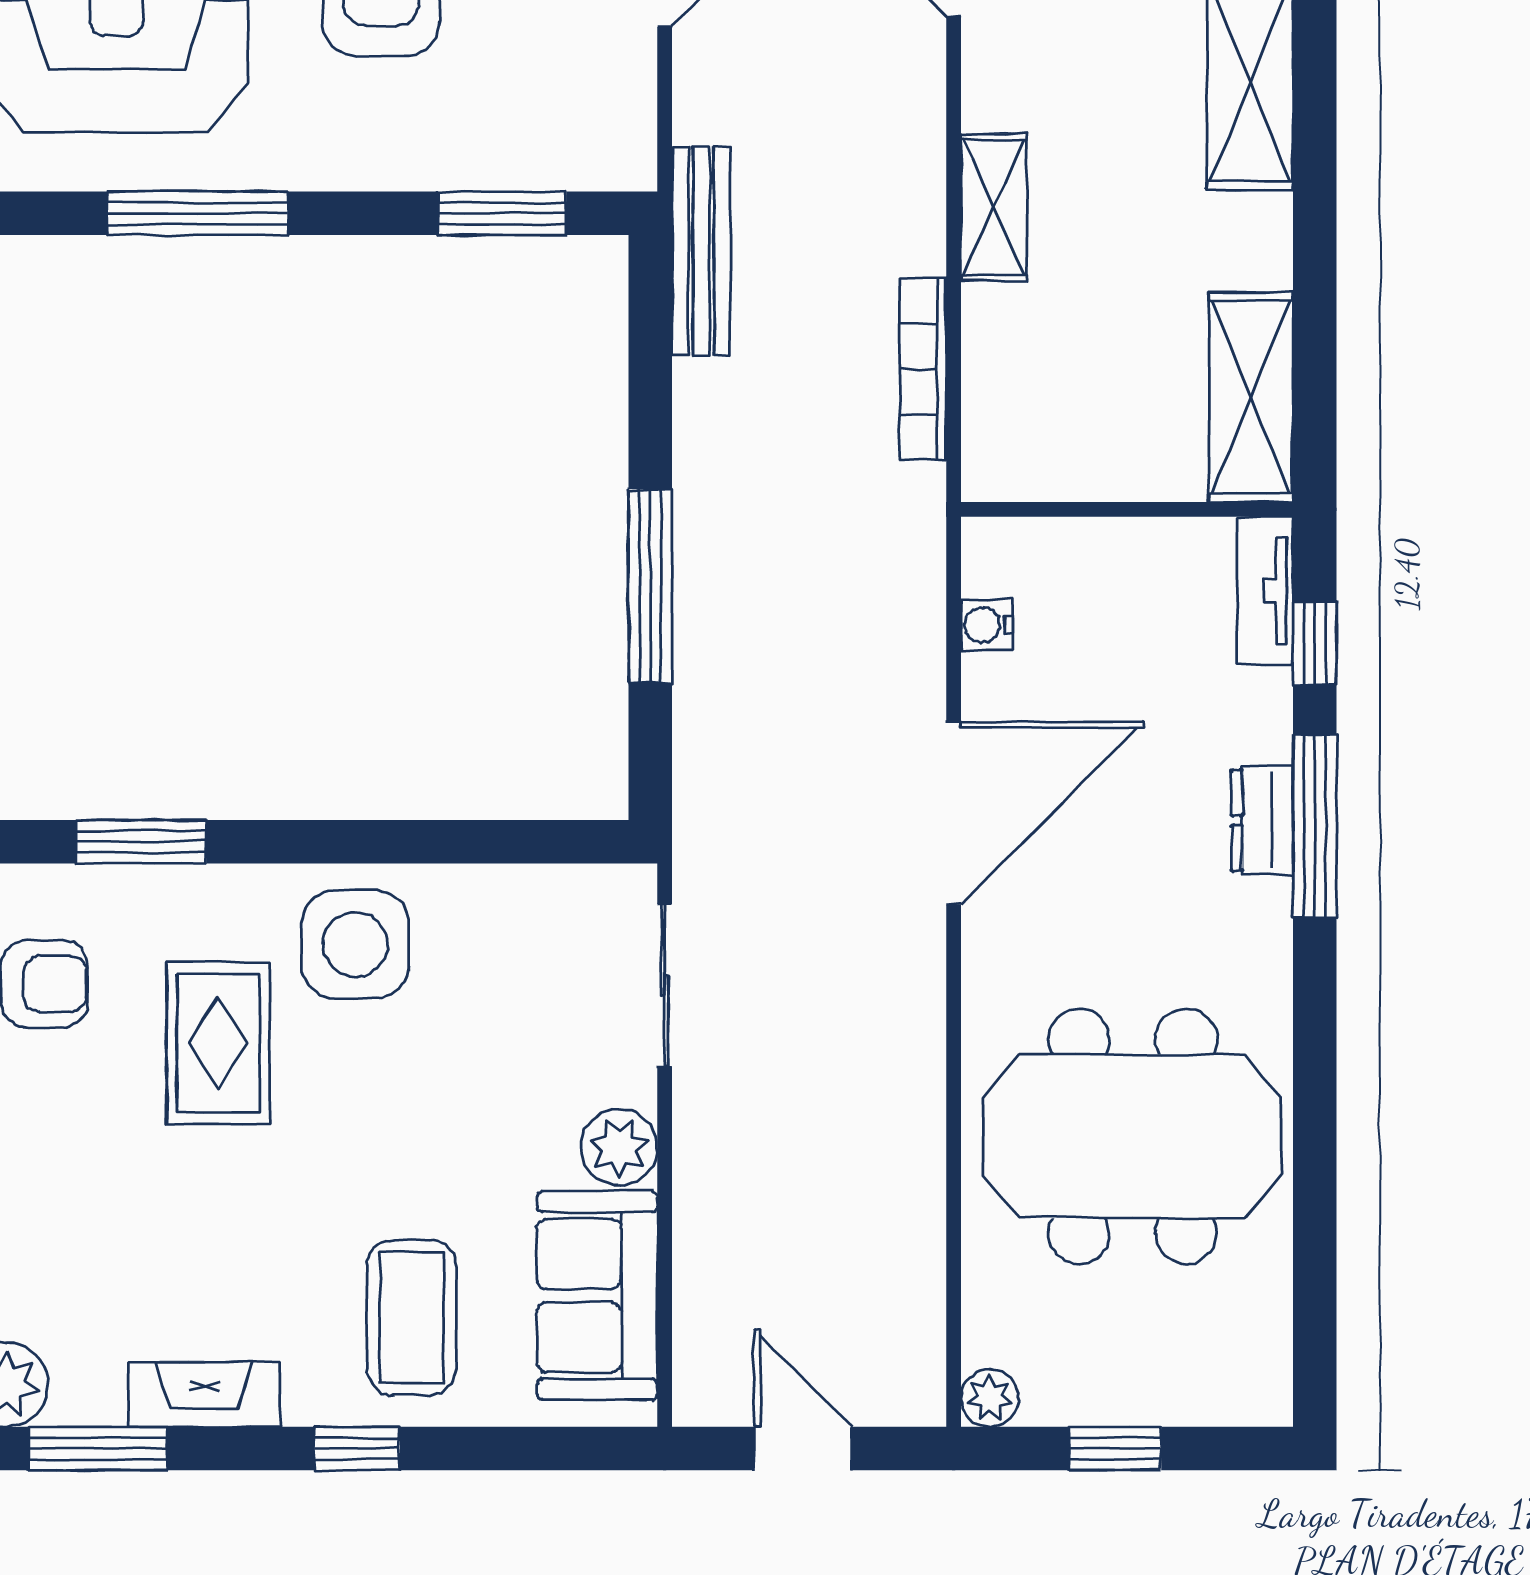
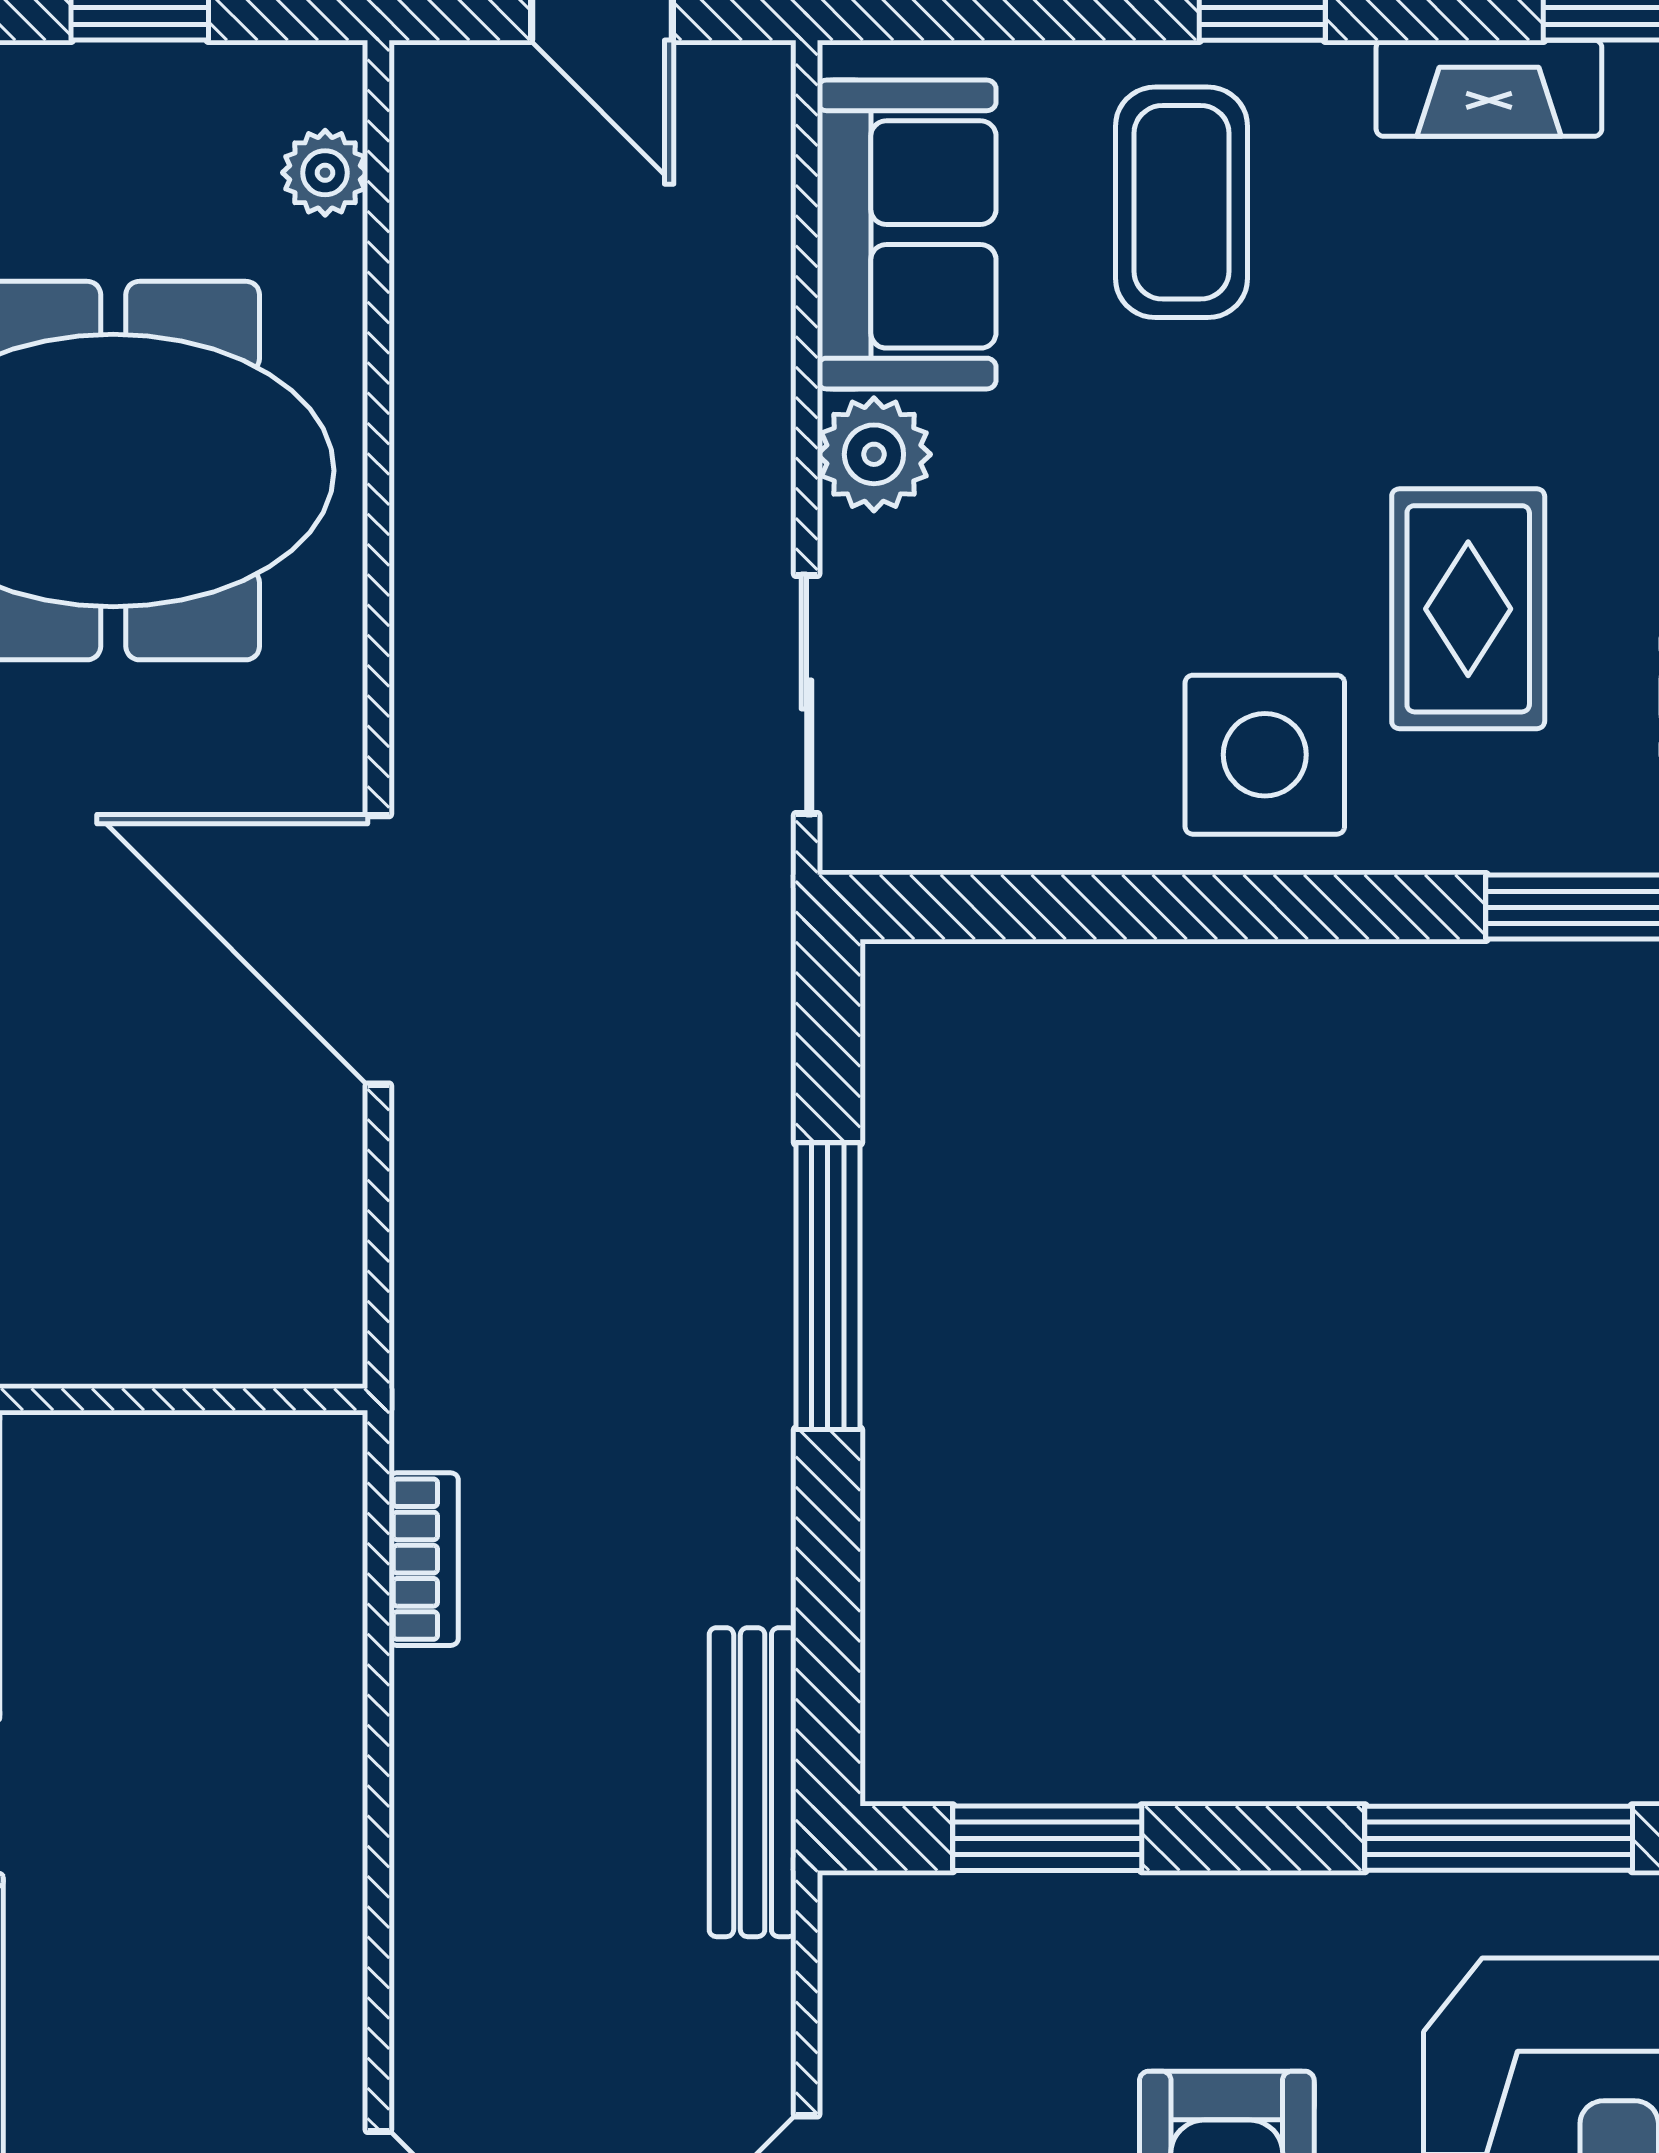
shelving: (994, 207) -> (319, 1847), removed
bookcase: (923, 369) -> (424, 1559), width x0.64
water cooler: (987, 625) -> (329, 1228), removed
door: (954, 813) -> (378, 950), hinge flipped
plant: (990, 1398) -> (325, 173), moved

